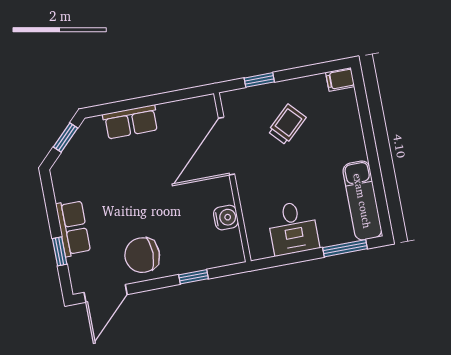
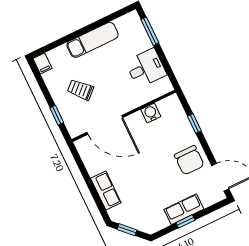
exam couch: (362, 201) -> (93, 40), moved
window: (60, 251) -> (185, 221), moved

